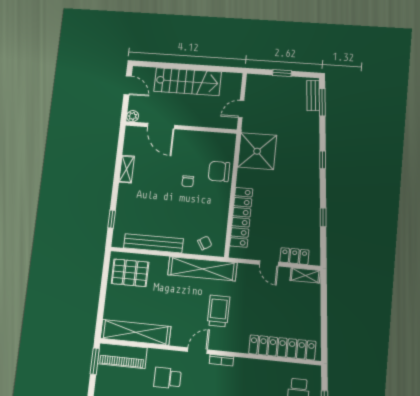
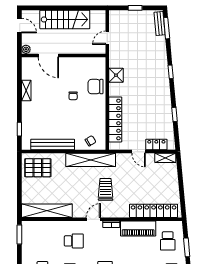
shower: (257, 151) -> (116, 75), width x0.54, depth x0.54
piano: (122, 356) -> (138, 228), moved
school desk: (167, 378) -> (74, 241), turned 180

